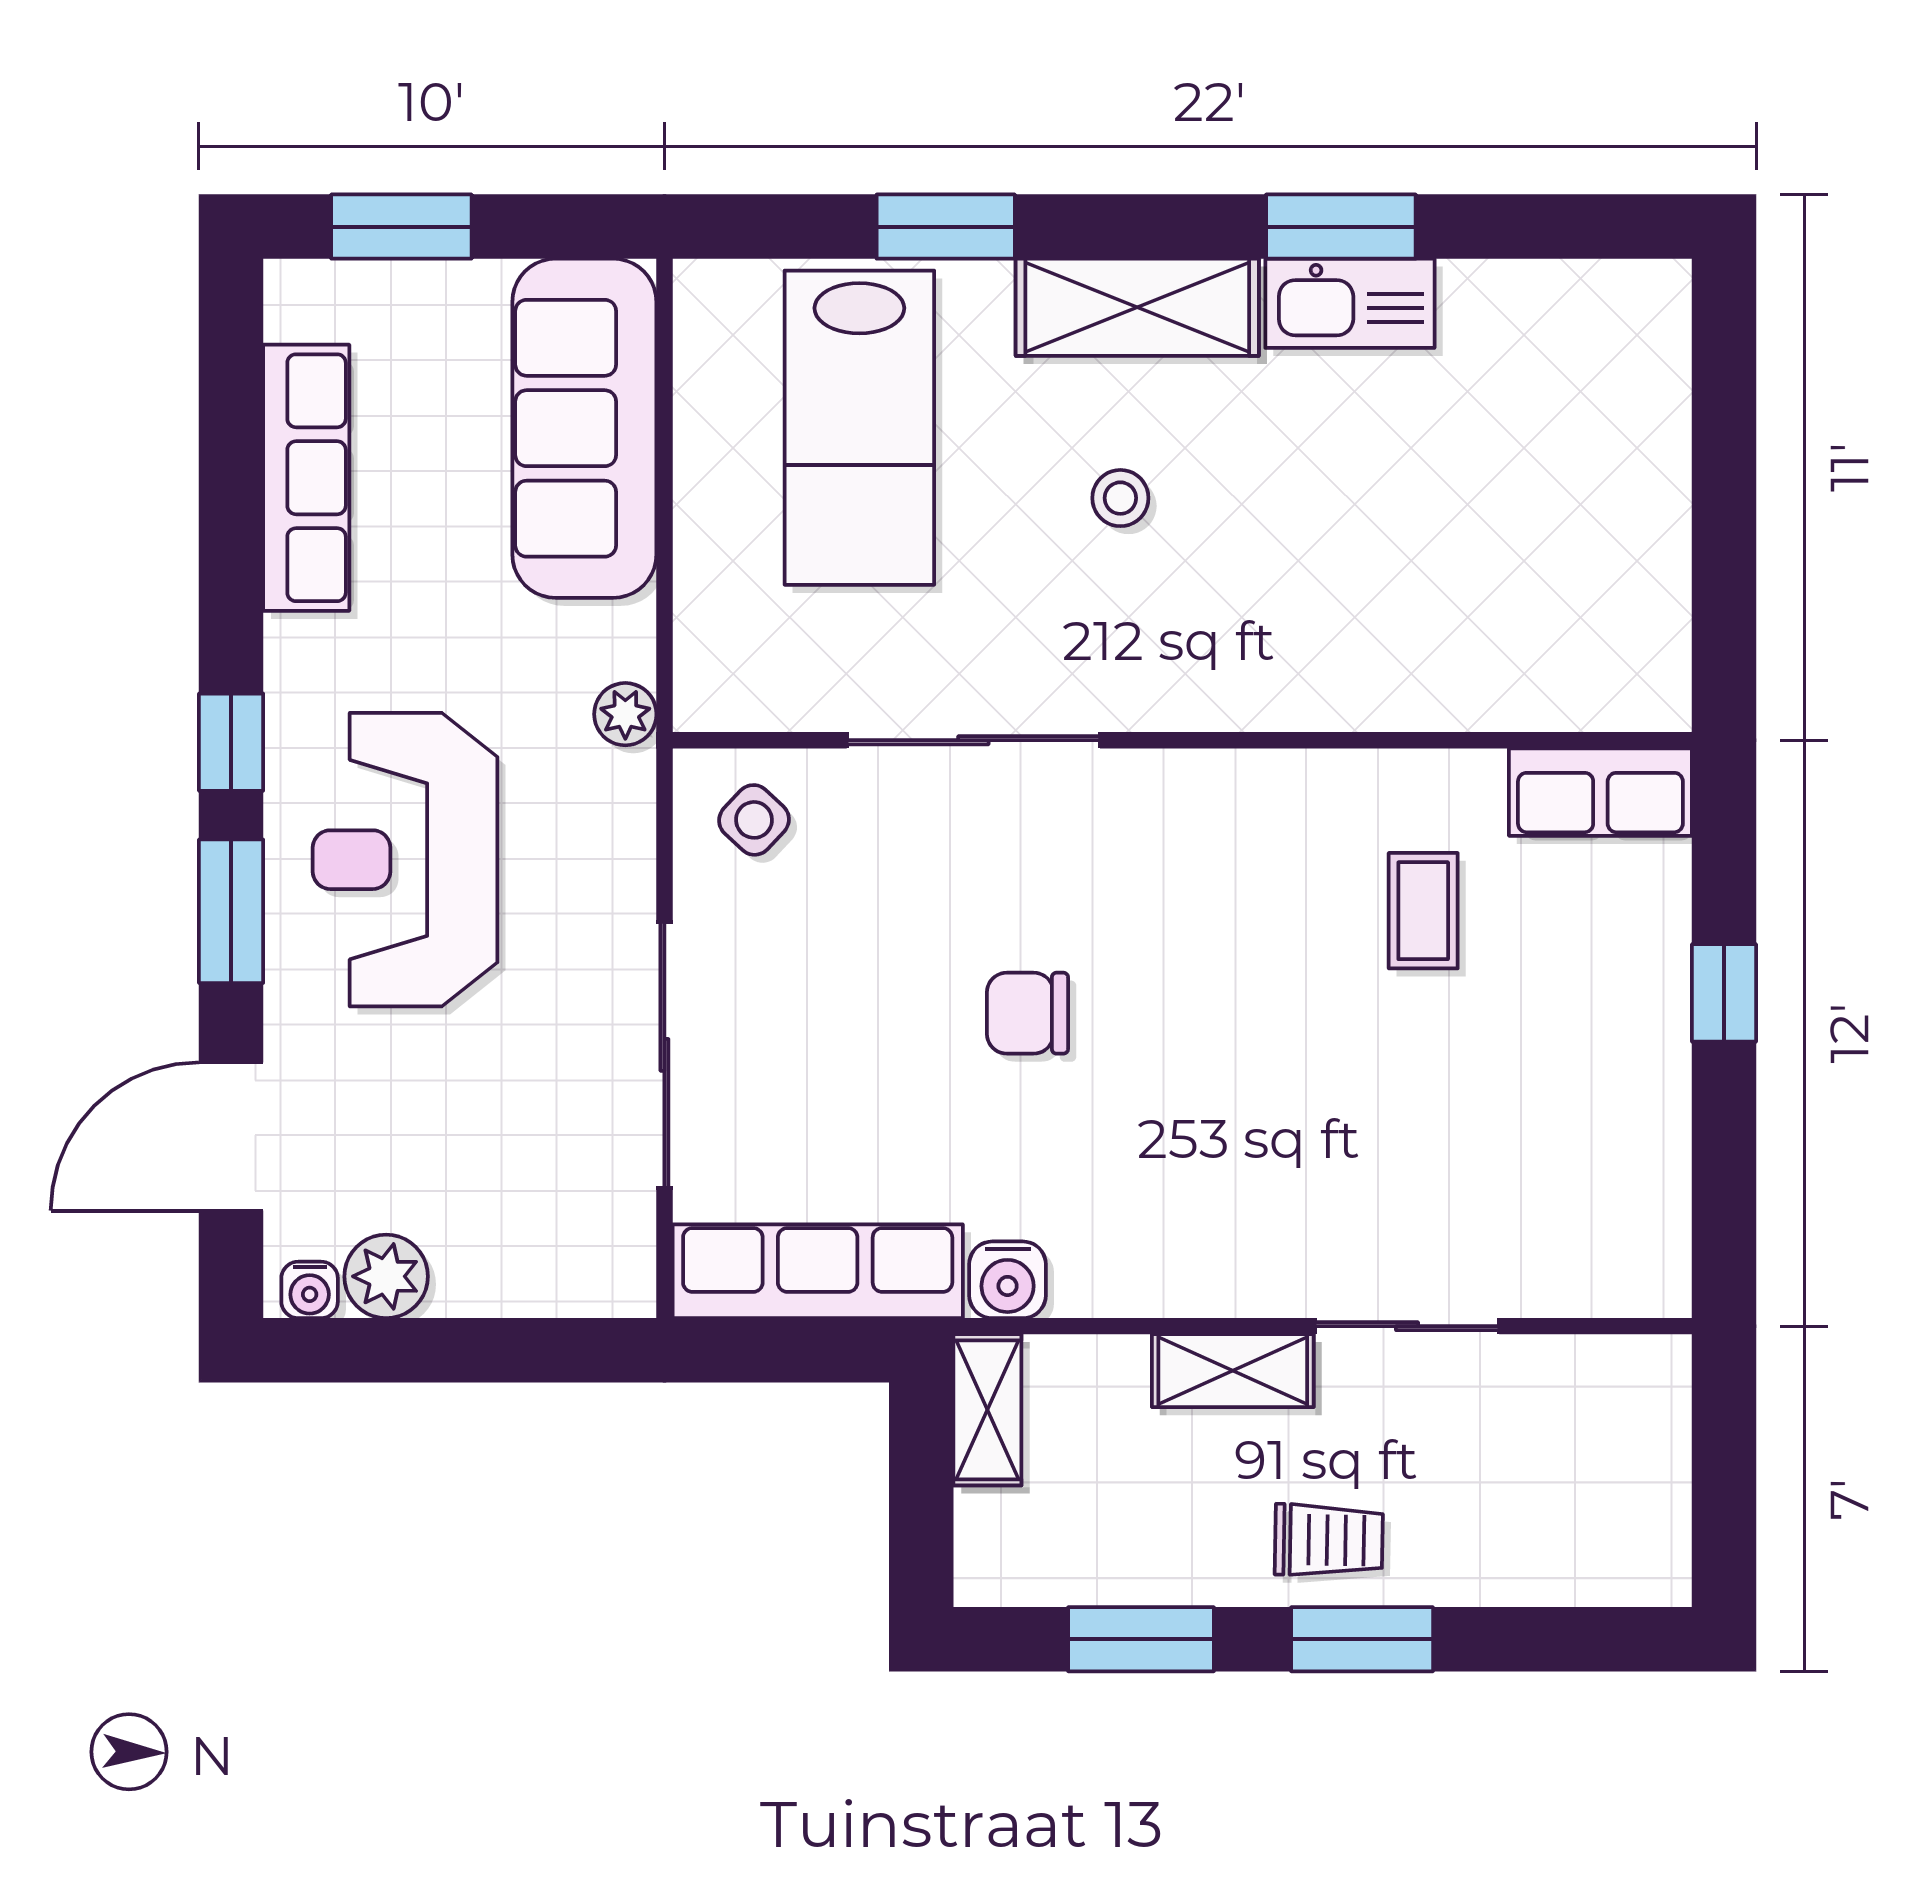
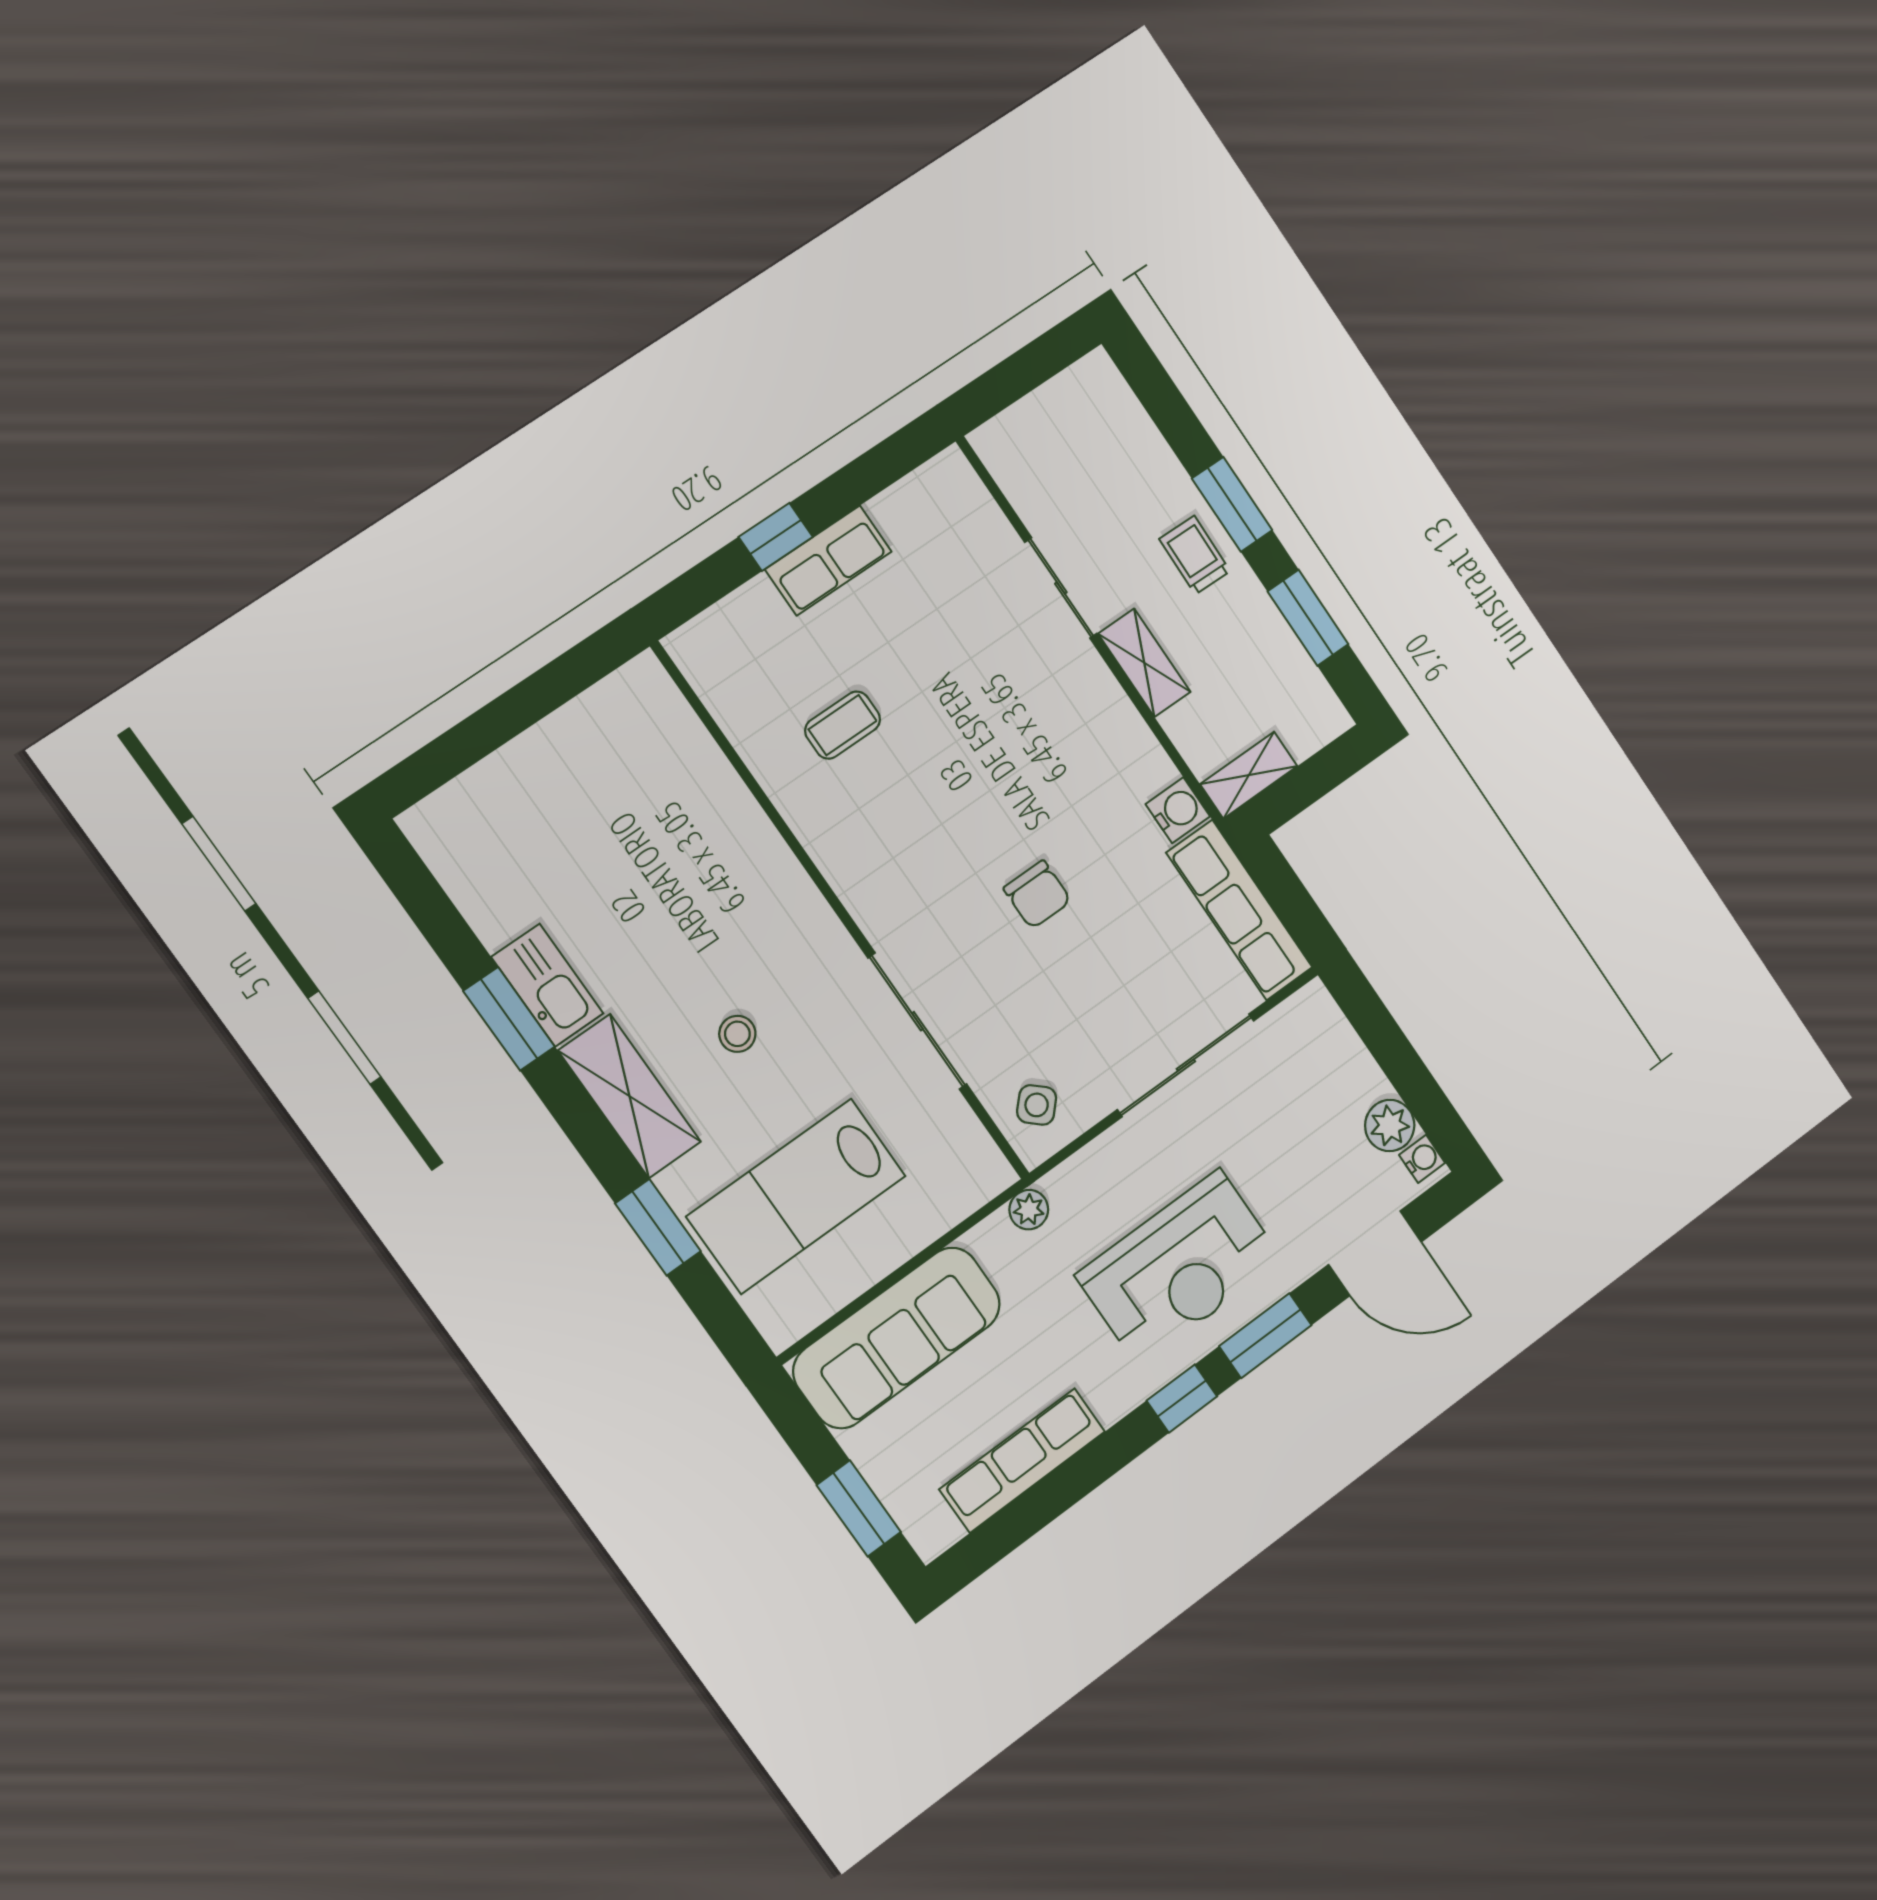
lab bench: (859, 428) -> (796, 1196), turned 180
row of seats: (1600, 792) -> (828, 560), moved, turned 90

